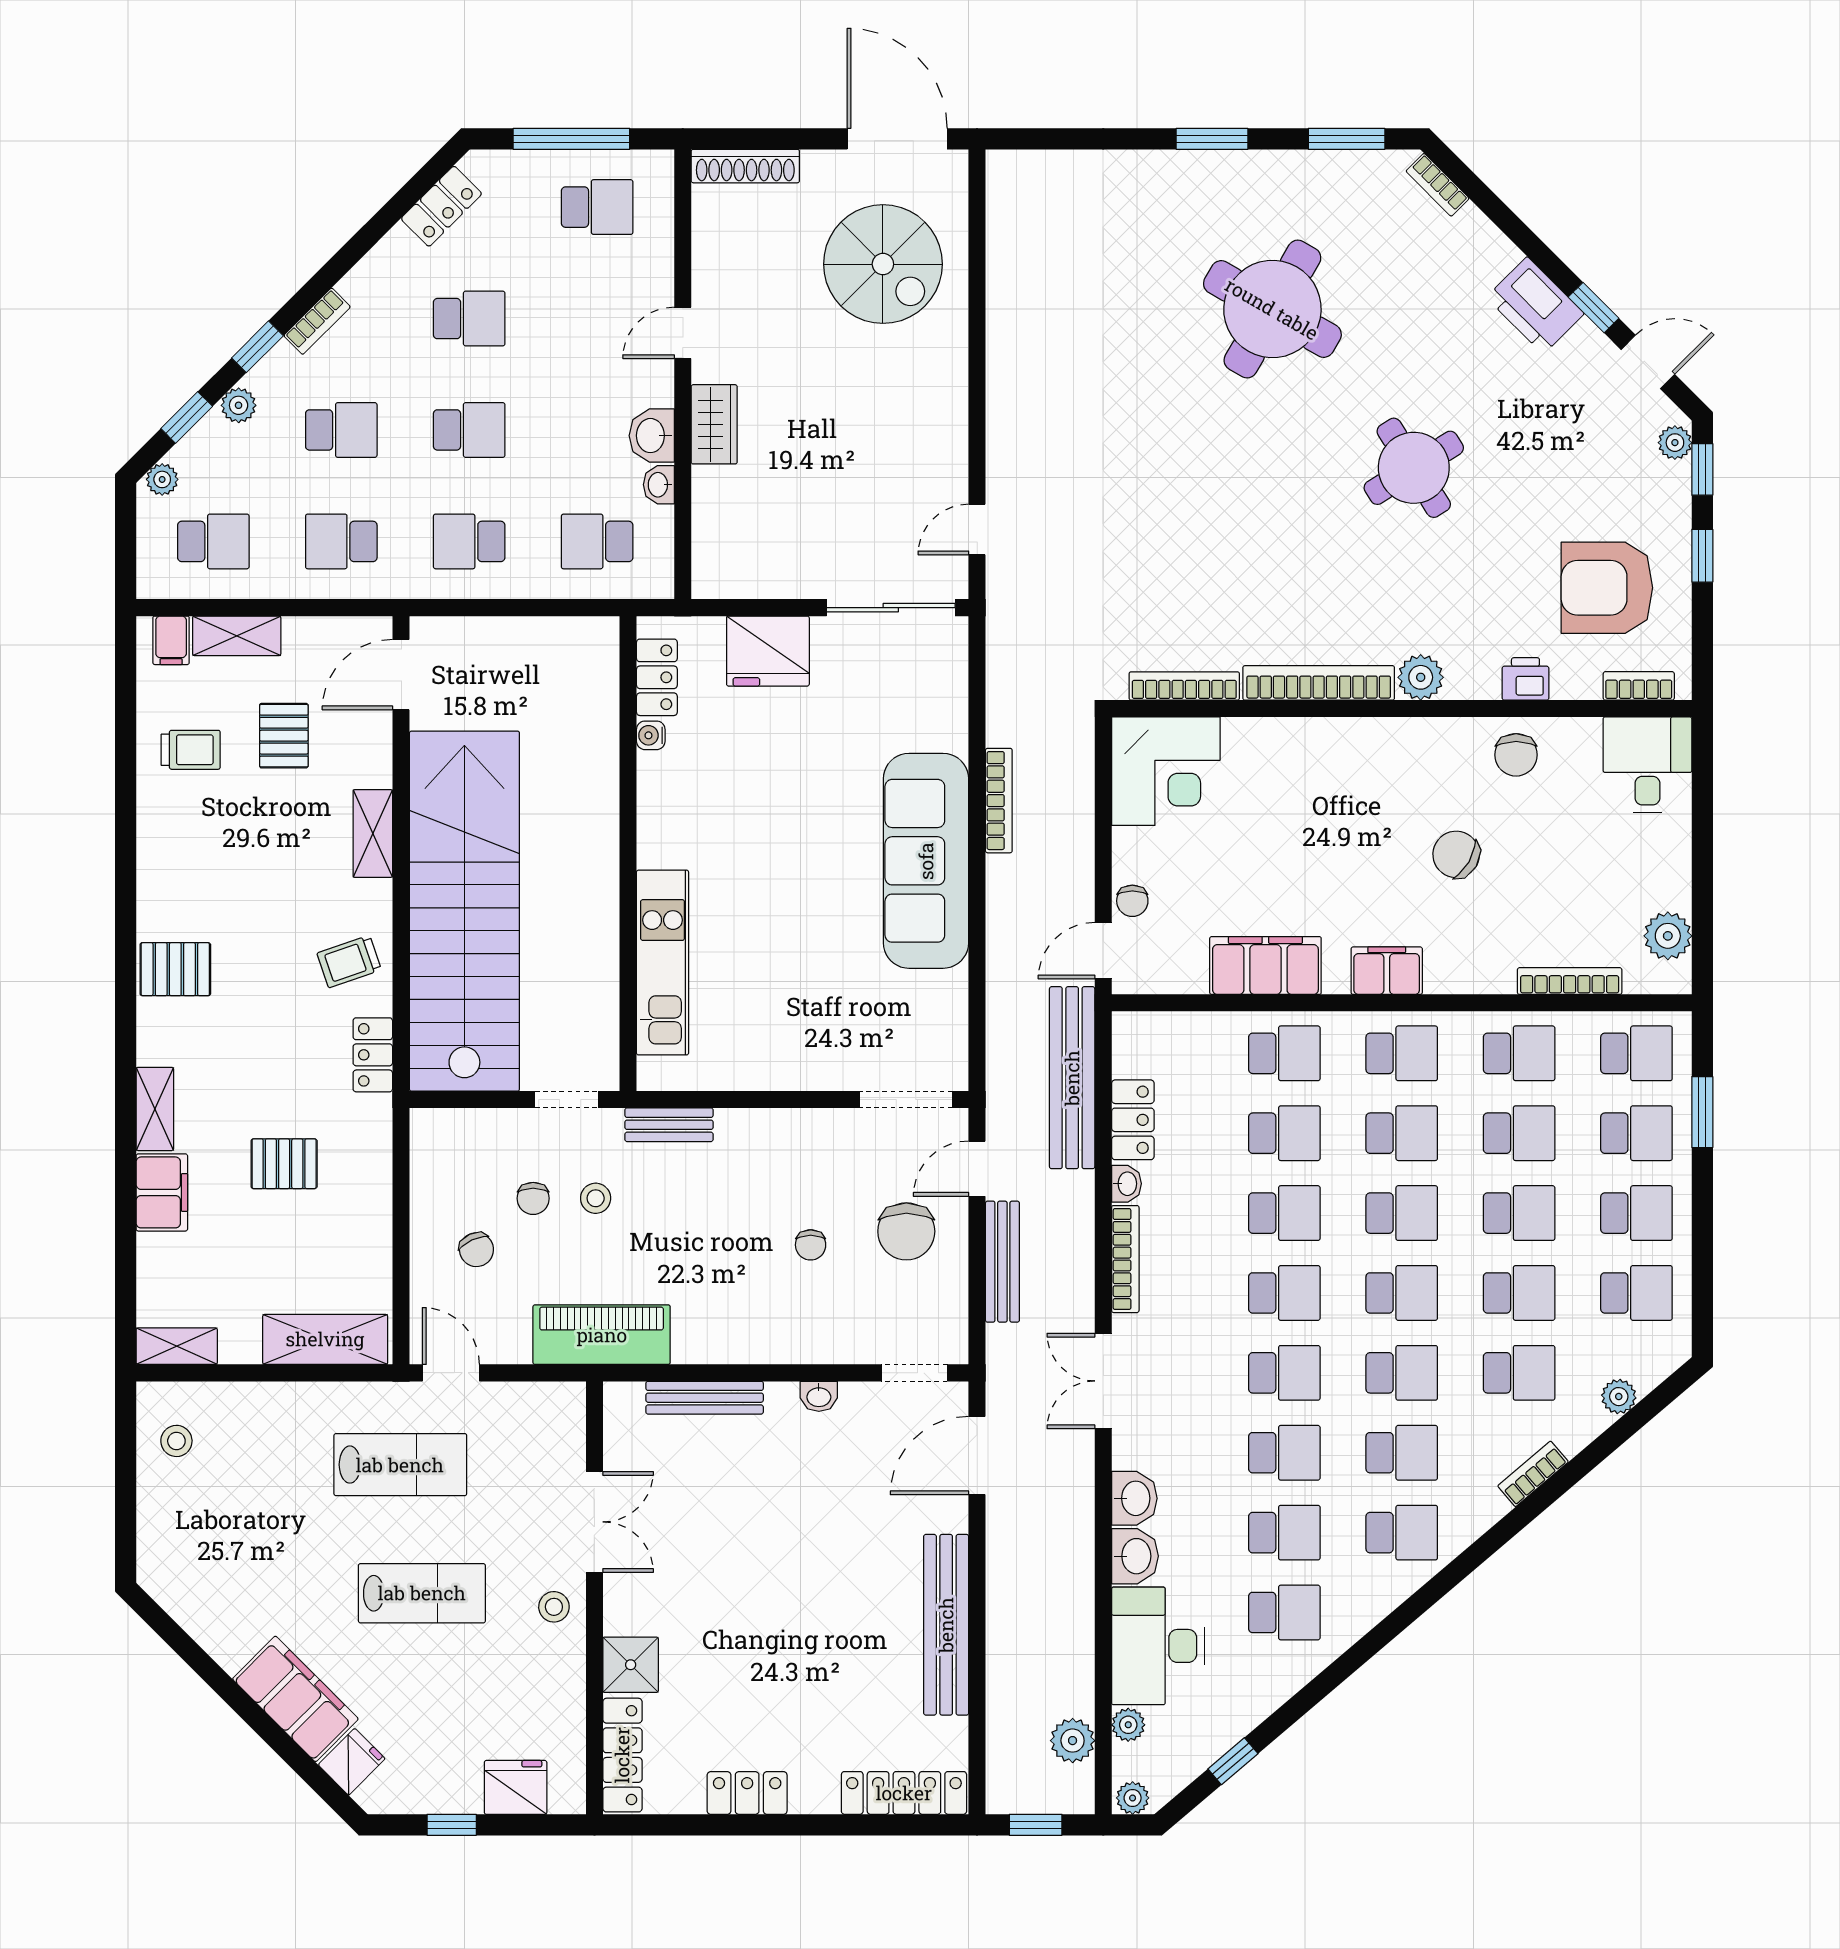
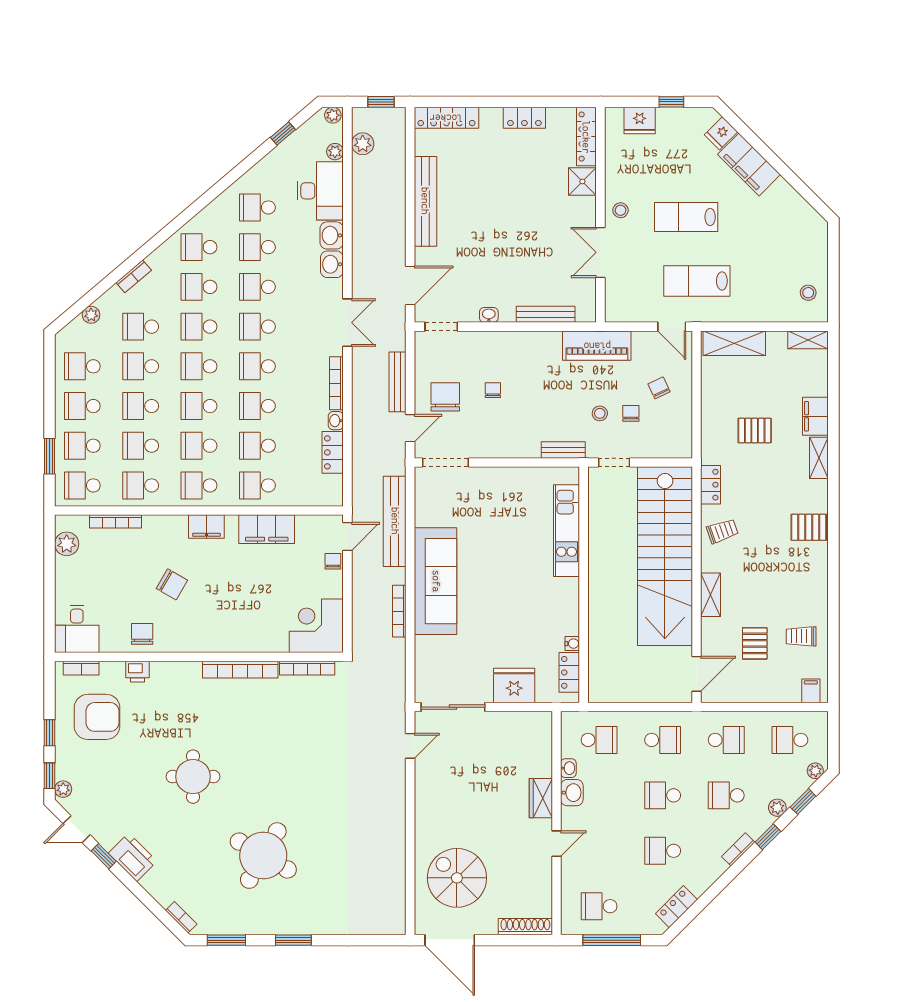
round table: (1414, 468) -> (193, 777), turned 32
shelving: (237, 636) -> (778, 693), removed
plant: (1421, 677) -> (190, 672), removed
bench: (1072, 1078) -> (395, 521), moved

